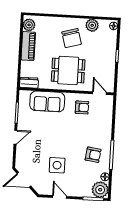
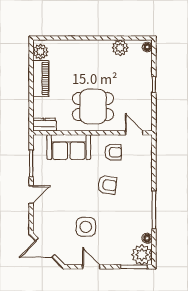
chair: (72, 38) -> (95, 65), removed
armchair: (93, 155) -> (107, 185), moved

